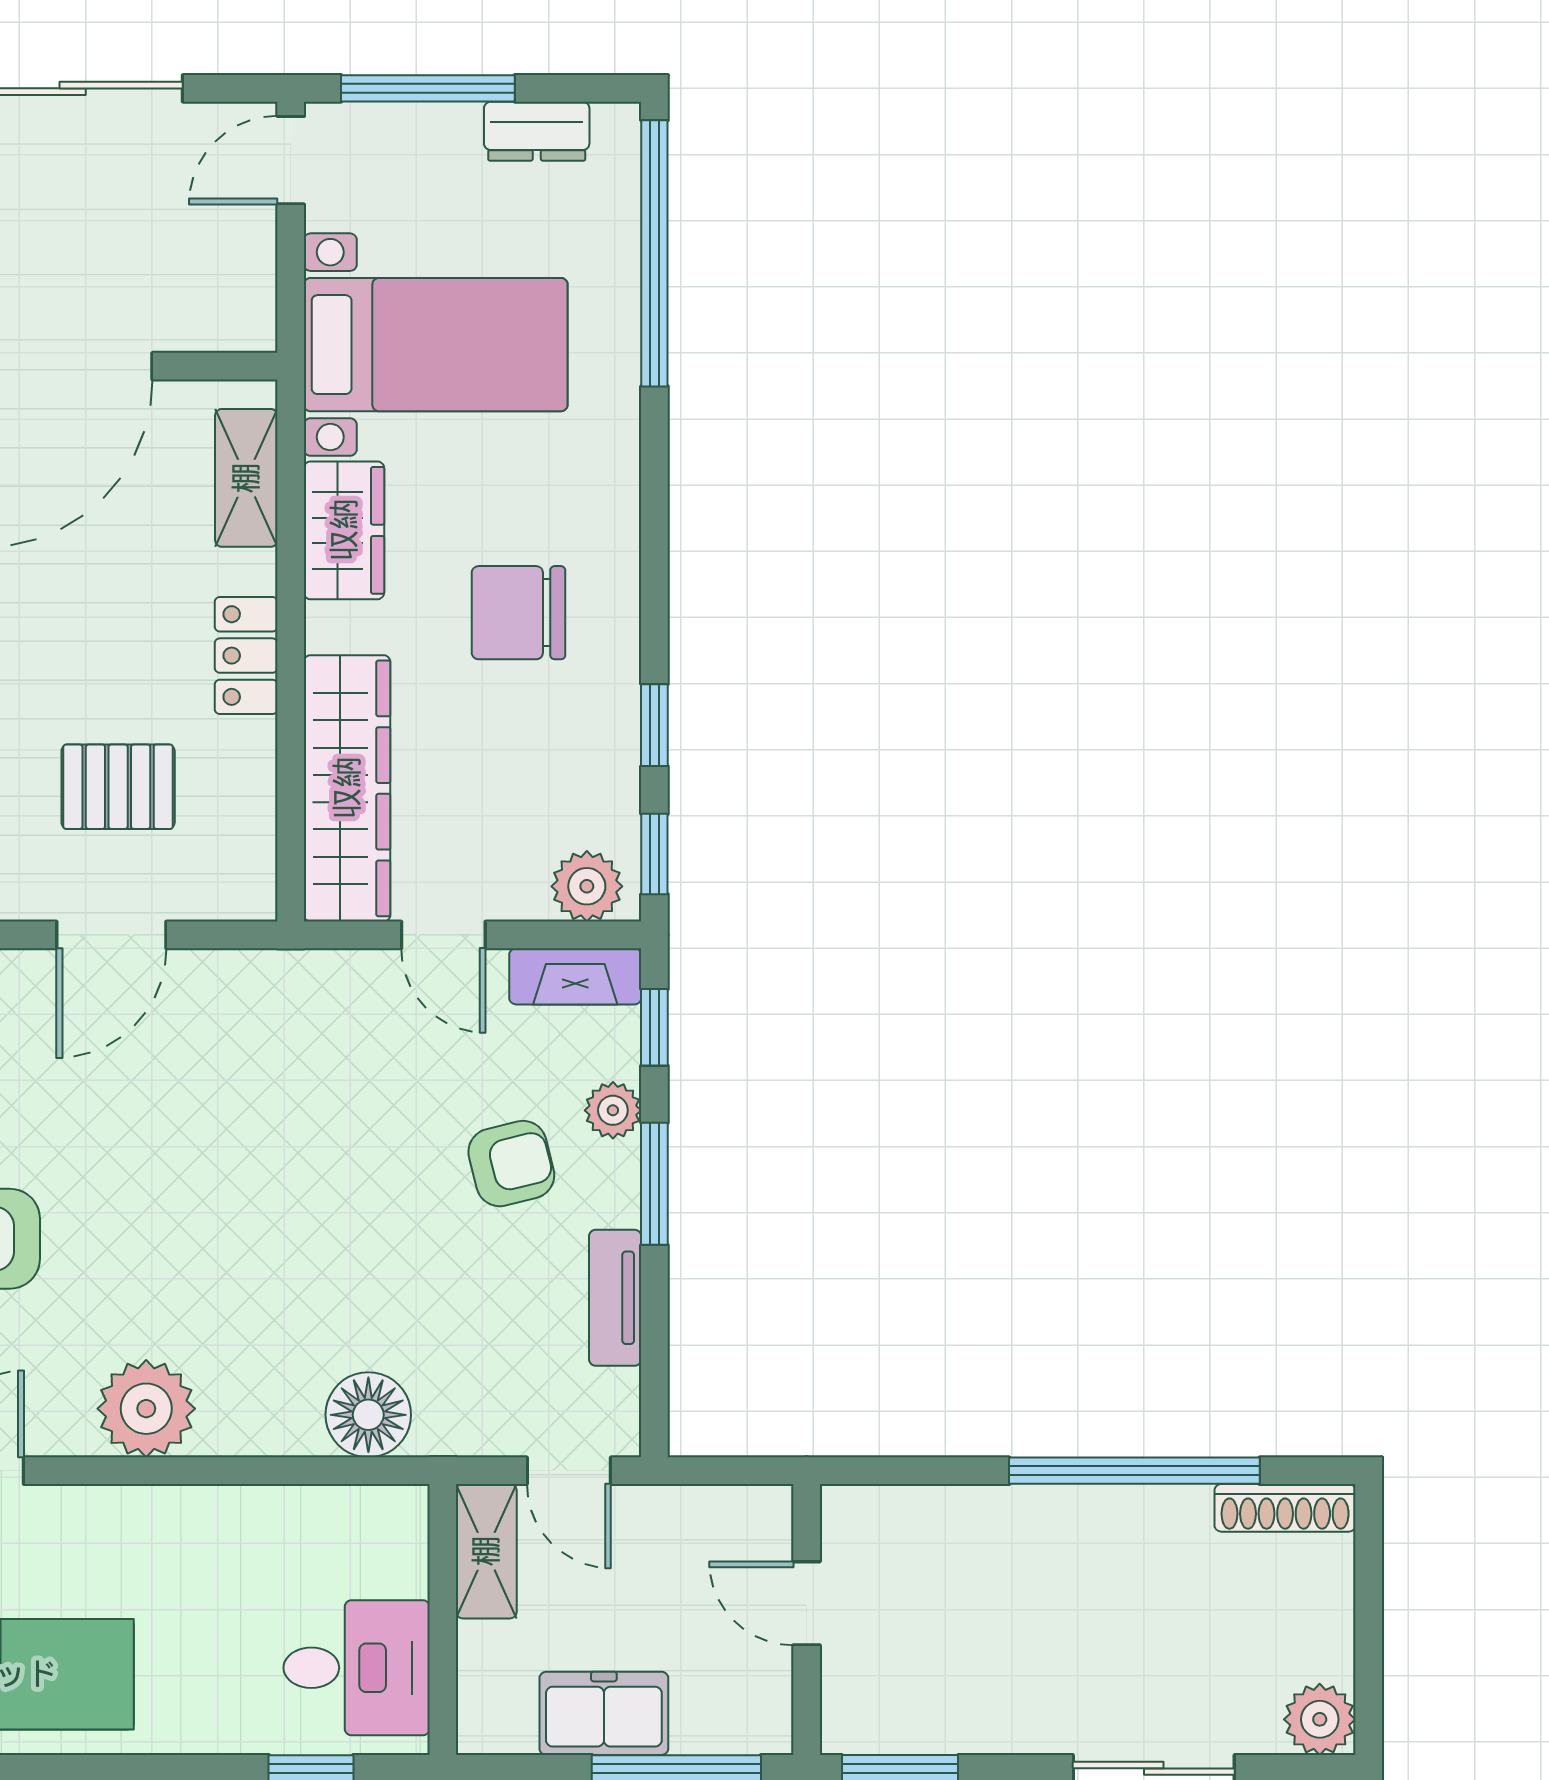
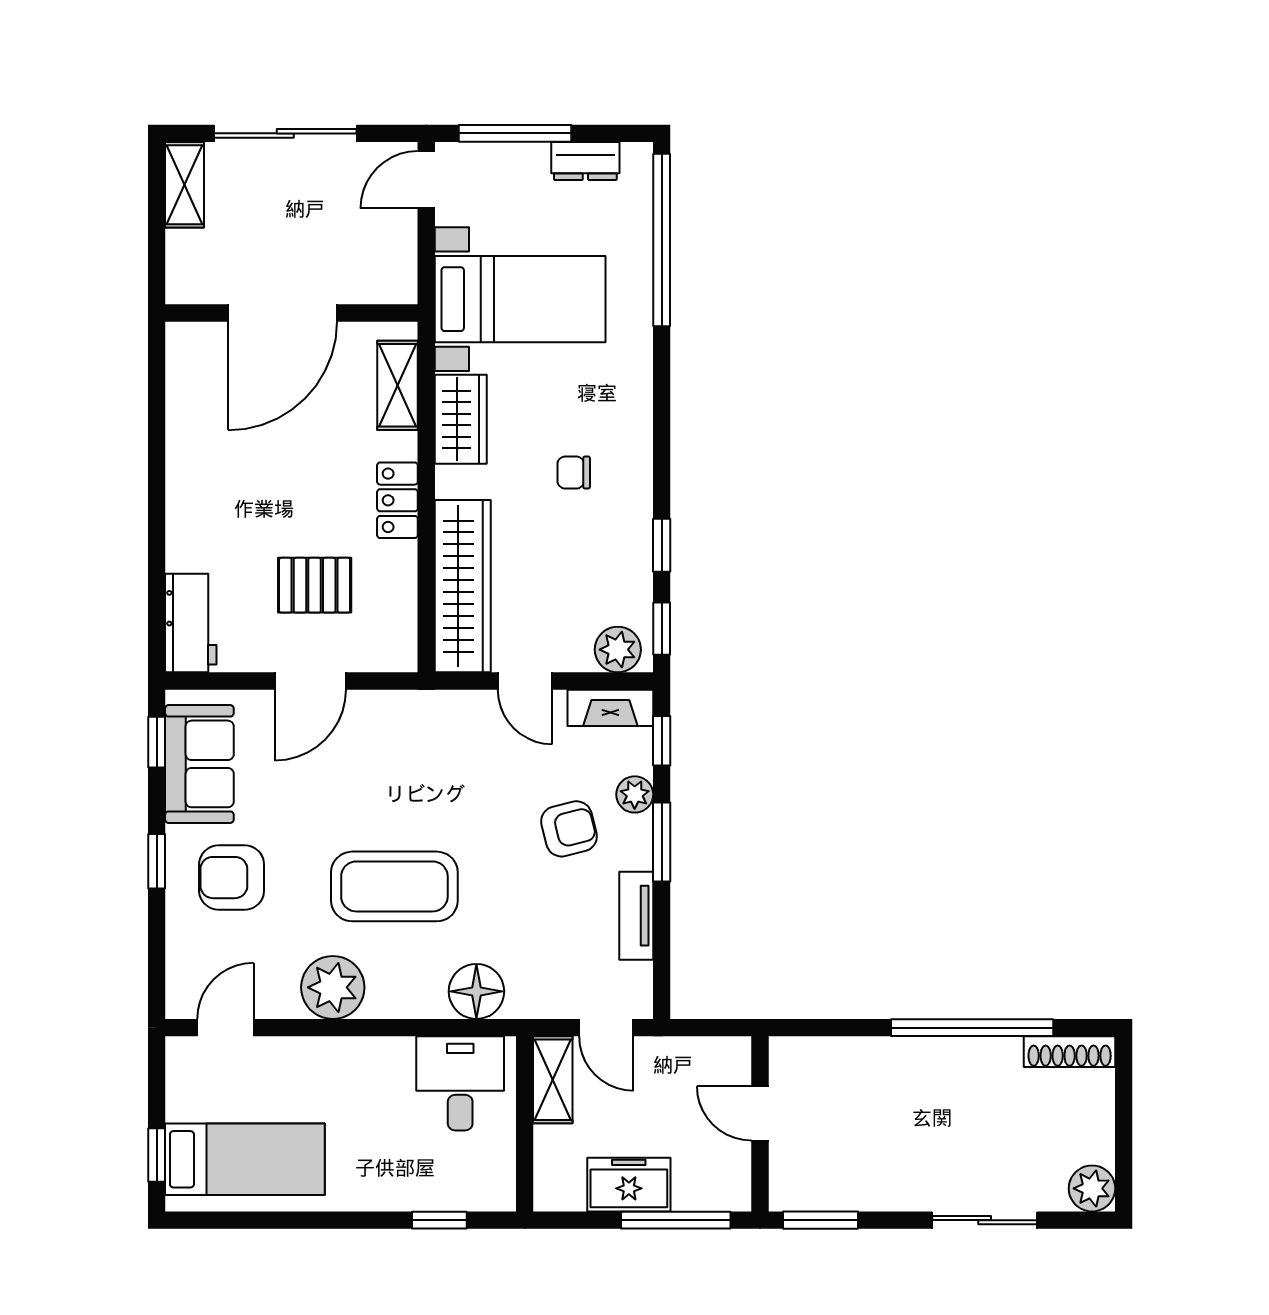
chair: (519, 613) -> (574, 473), width x0.54, depth x0.54
coffee table: (242, 1252) -> (394, 886), added
desk: (357, 1668) -> (460, 1083), moved, turned -90

